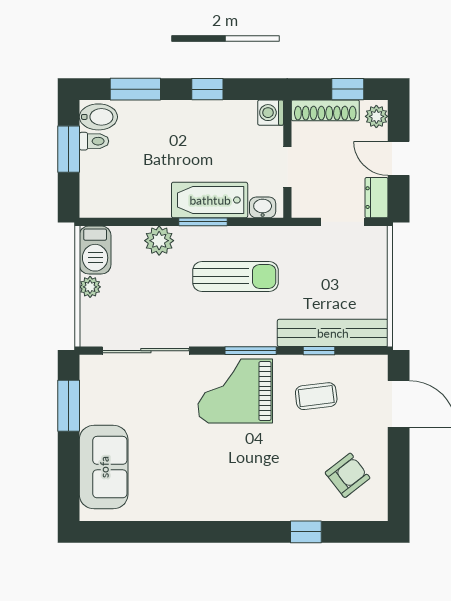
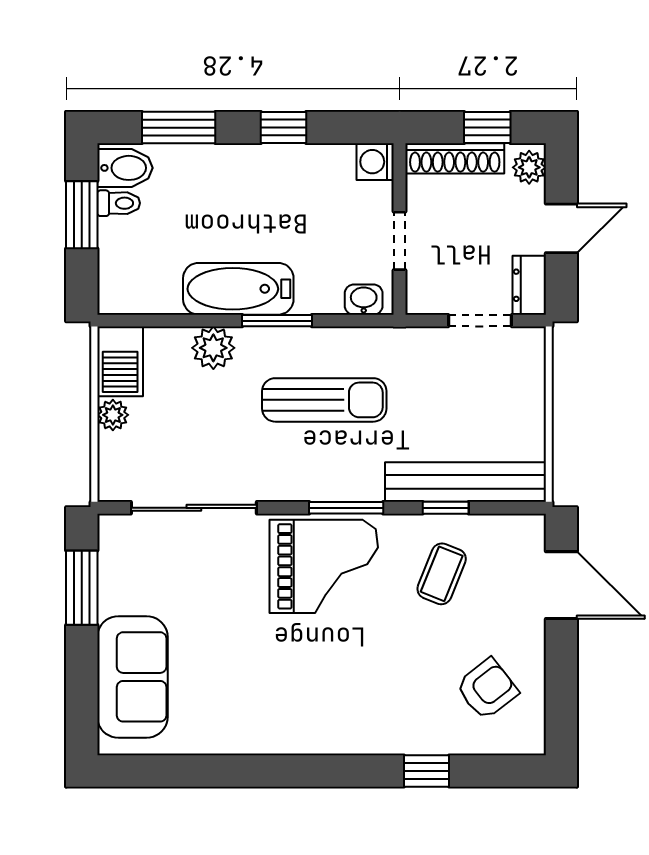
door: (399, 158) -> (561, 228), swing flipped
bathtub: (210, 200) -> (238, 289), moved
grand piano: (235, 391) -> (324, 566), turned 180
coffee table: (316, 396) -> (442, 574), turned -61

